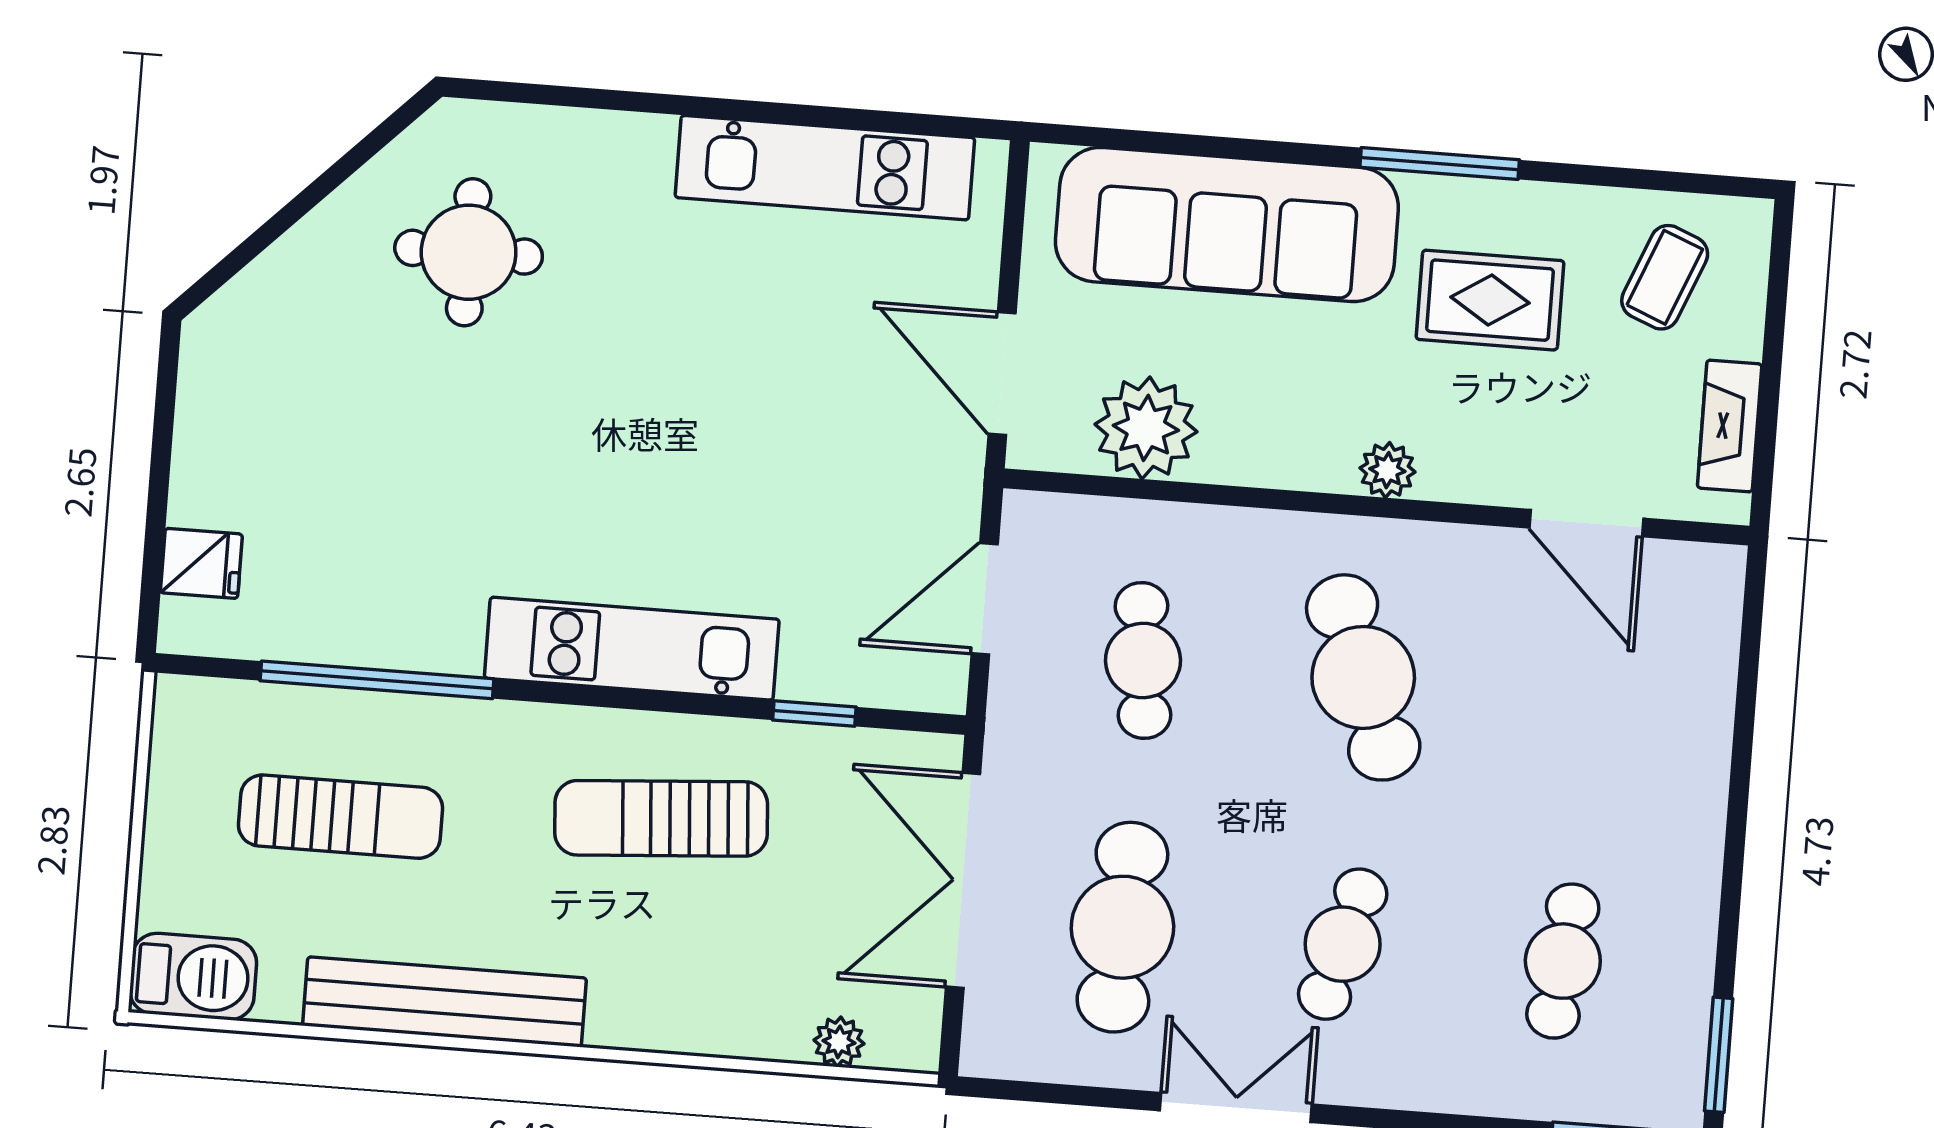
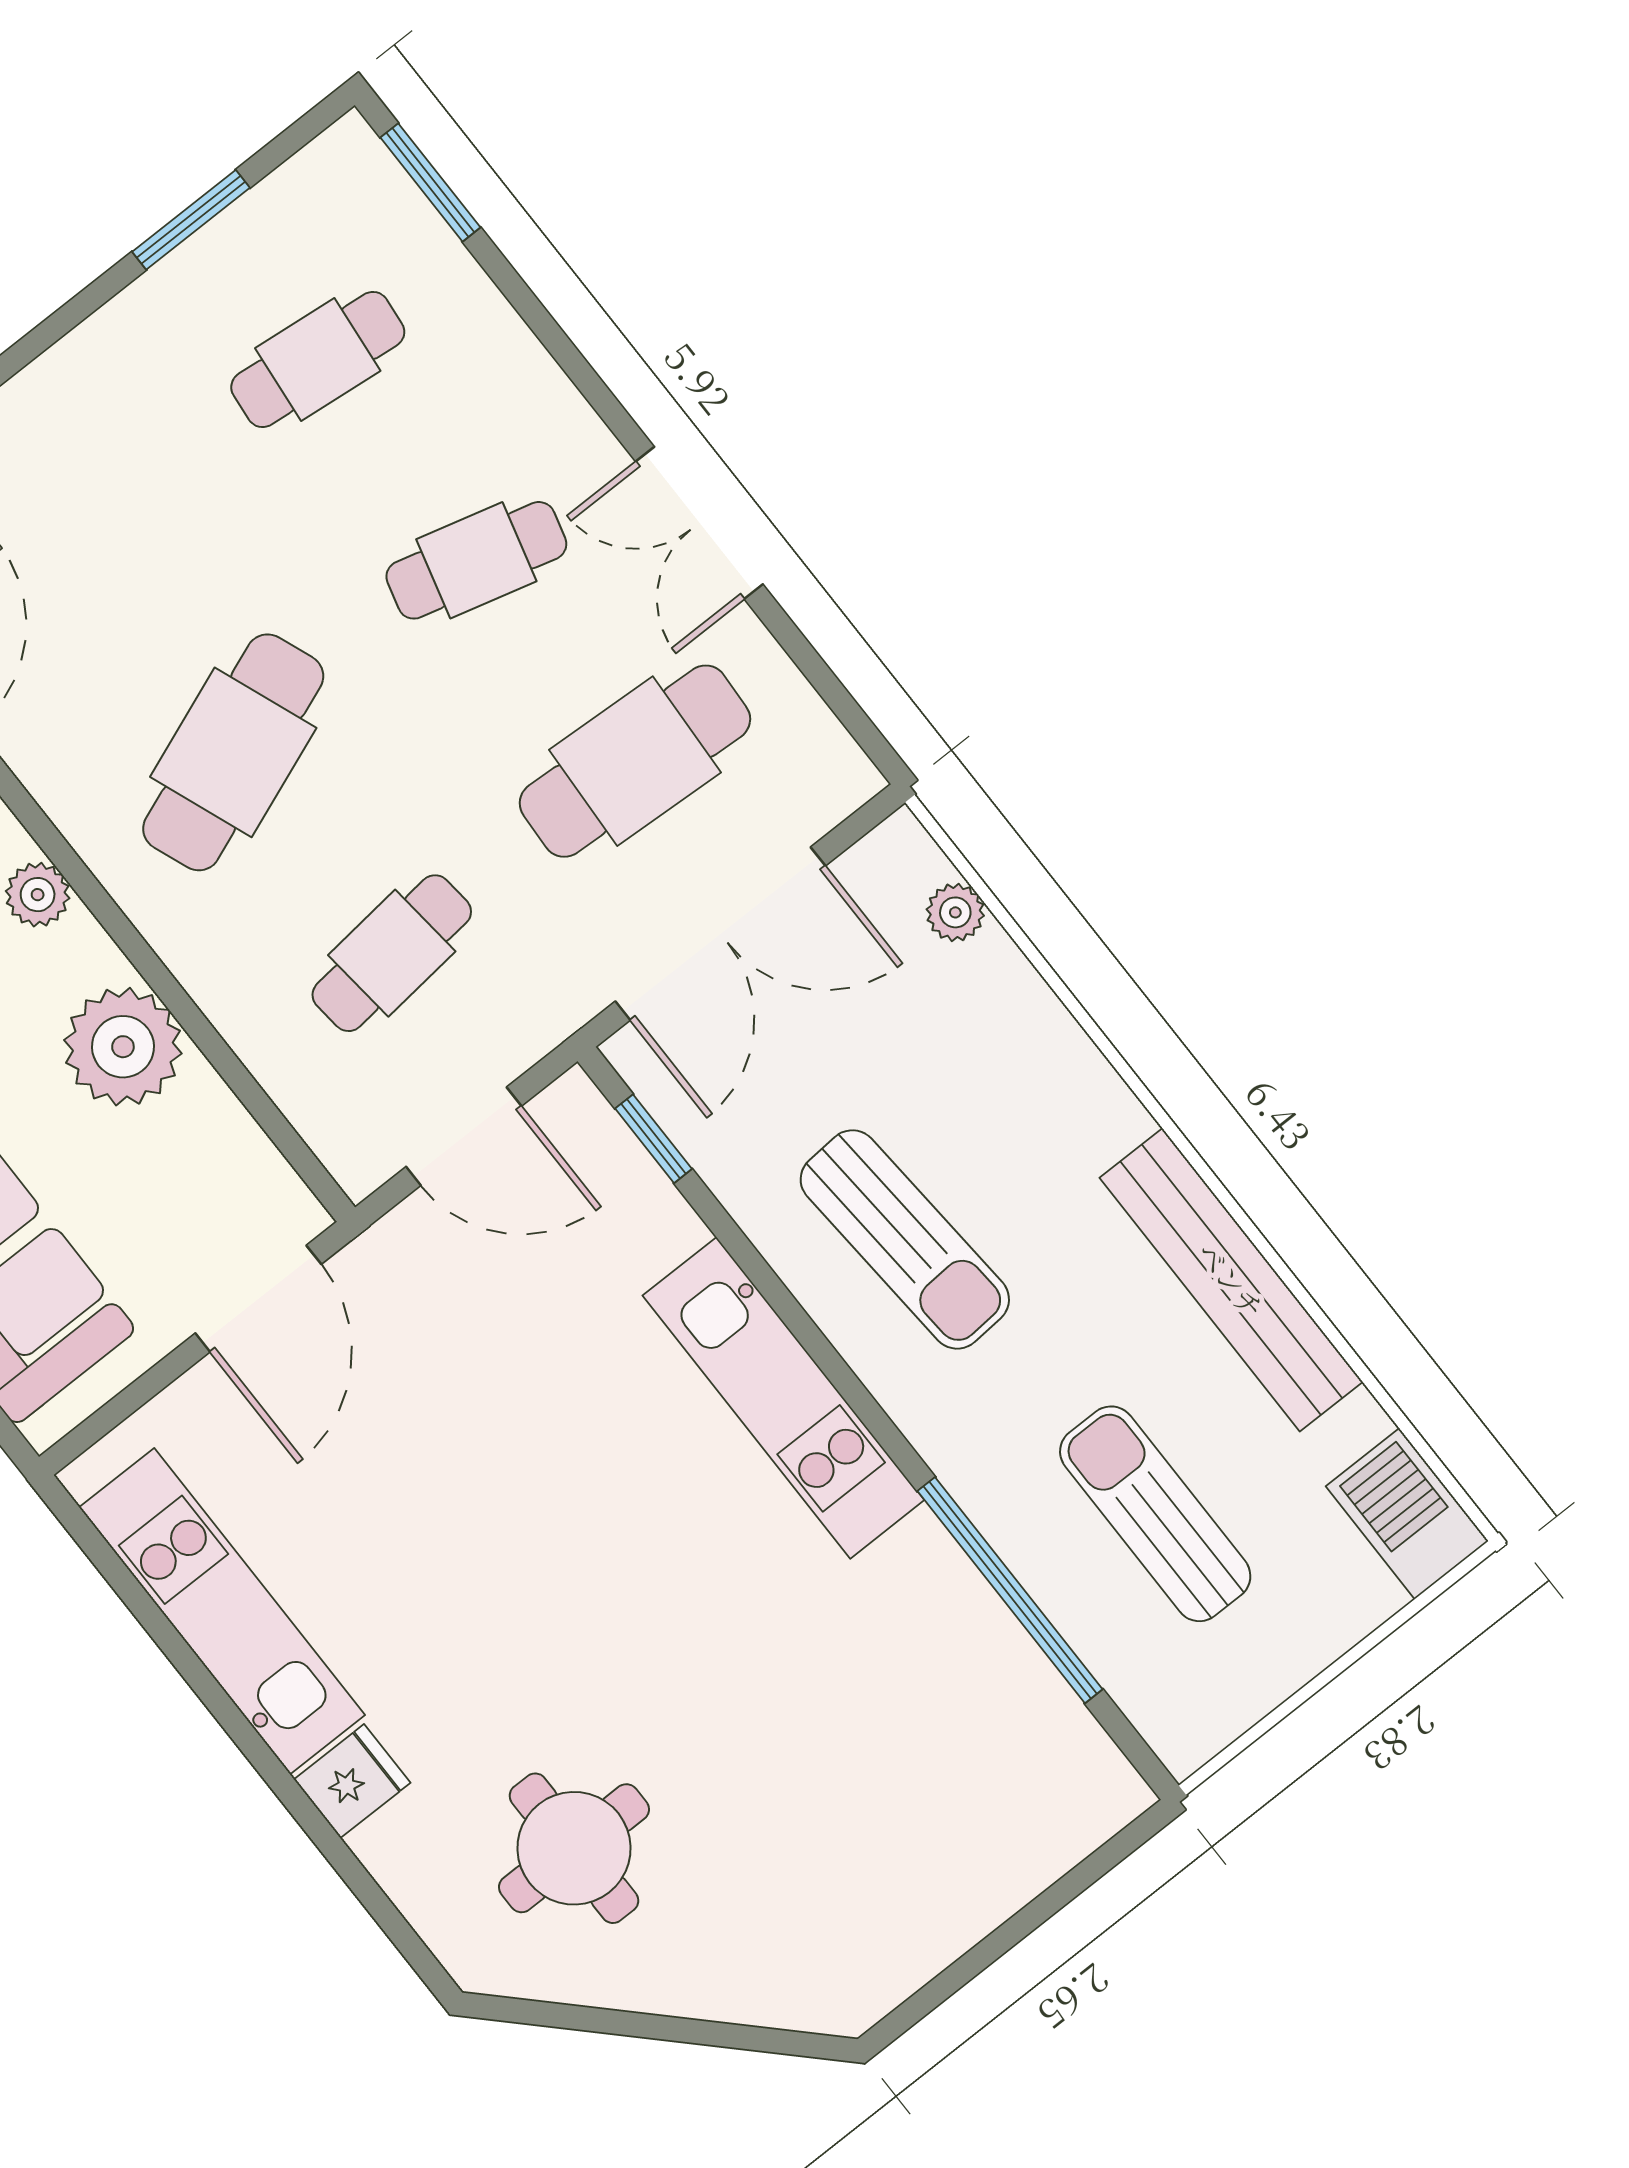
plant: (1146, 428) -> (123, 1047), moved
fridge: (201, 563) -> (352, 1781), moved, turned 90
window: (814, 713) -> (653, 1139), moved
window: (1719, 1055) -> (191, 220), moved

